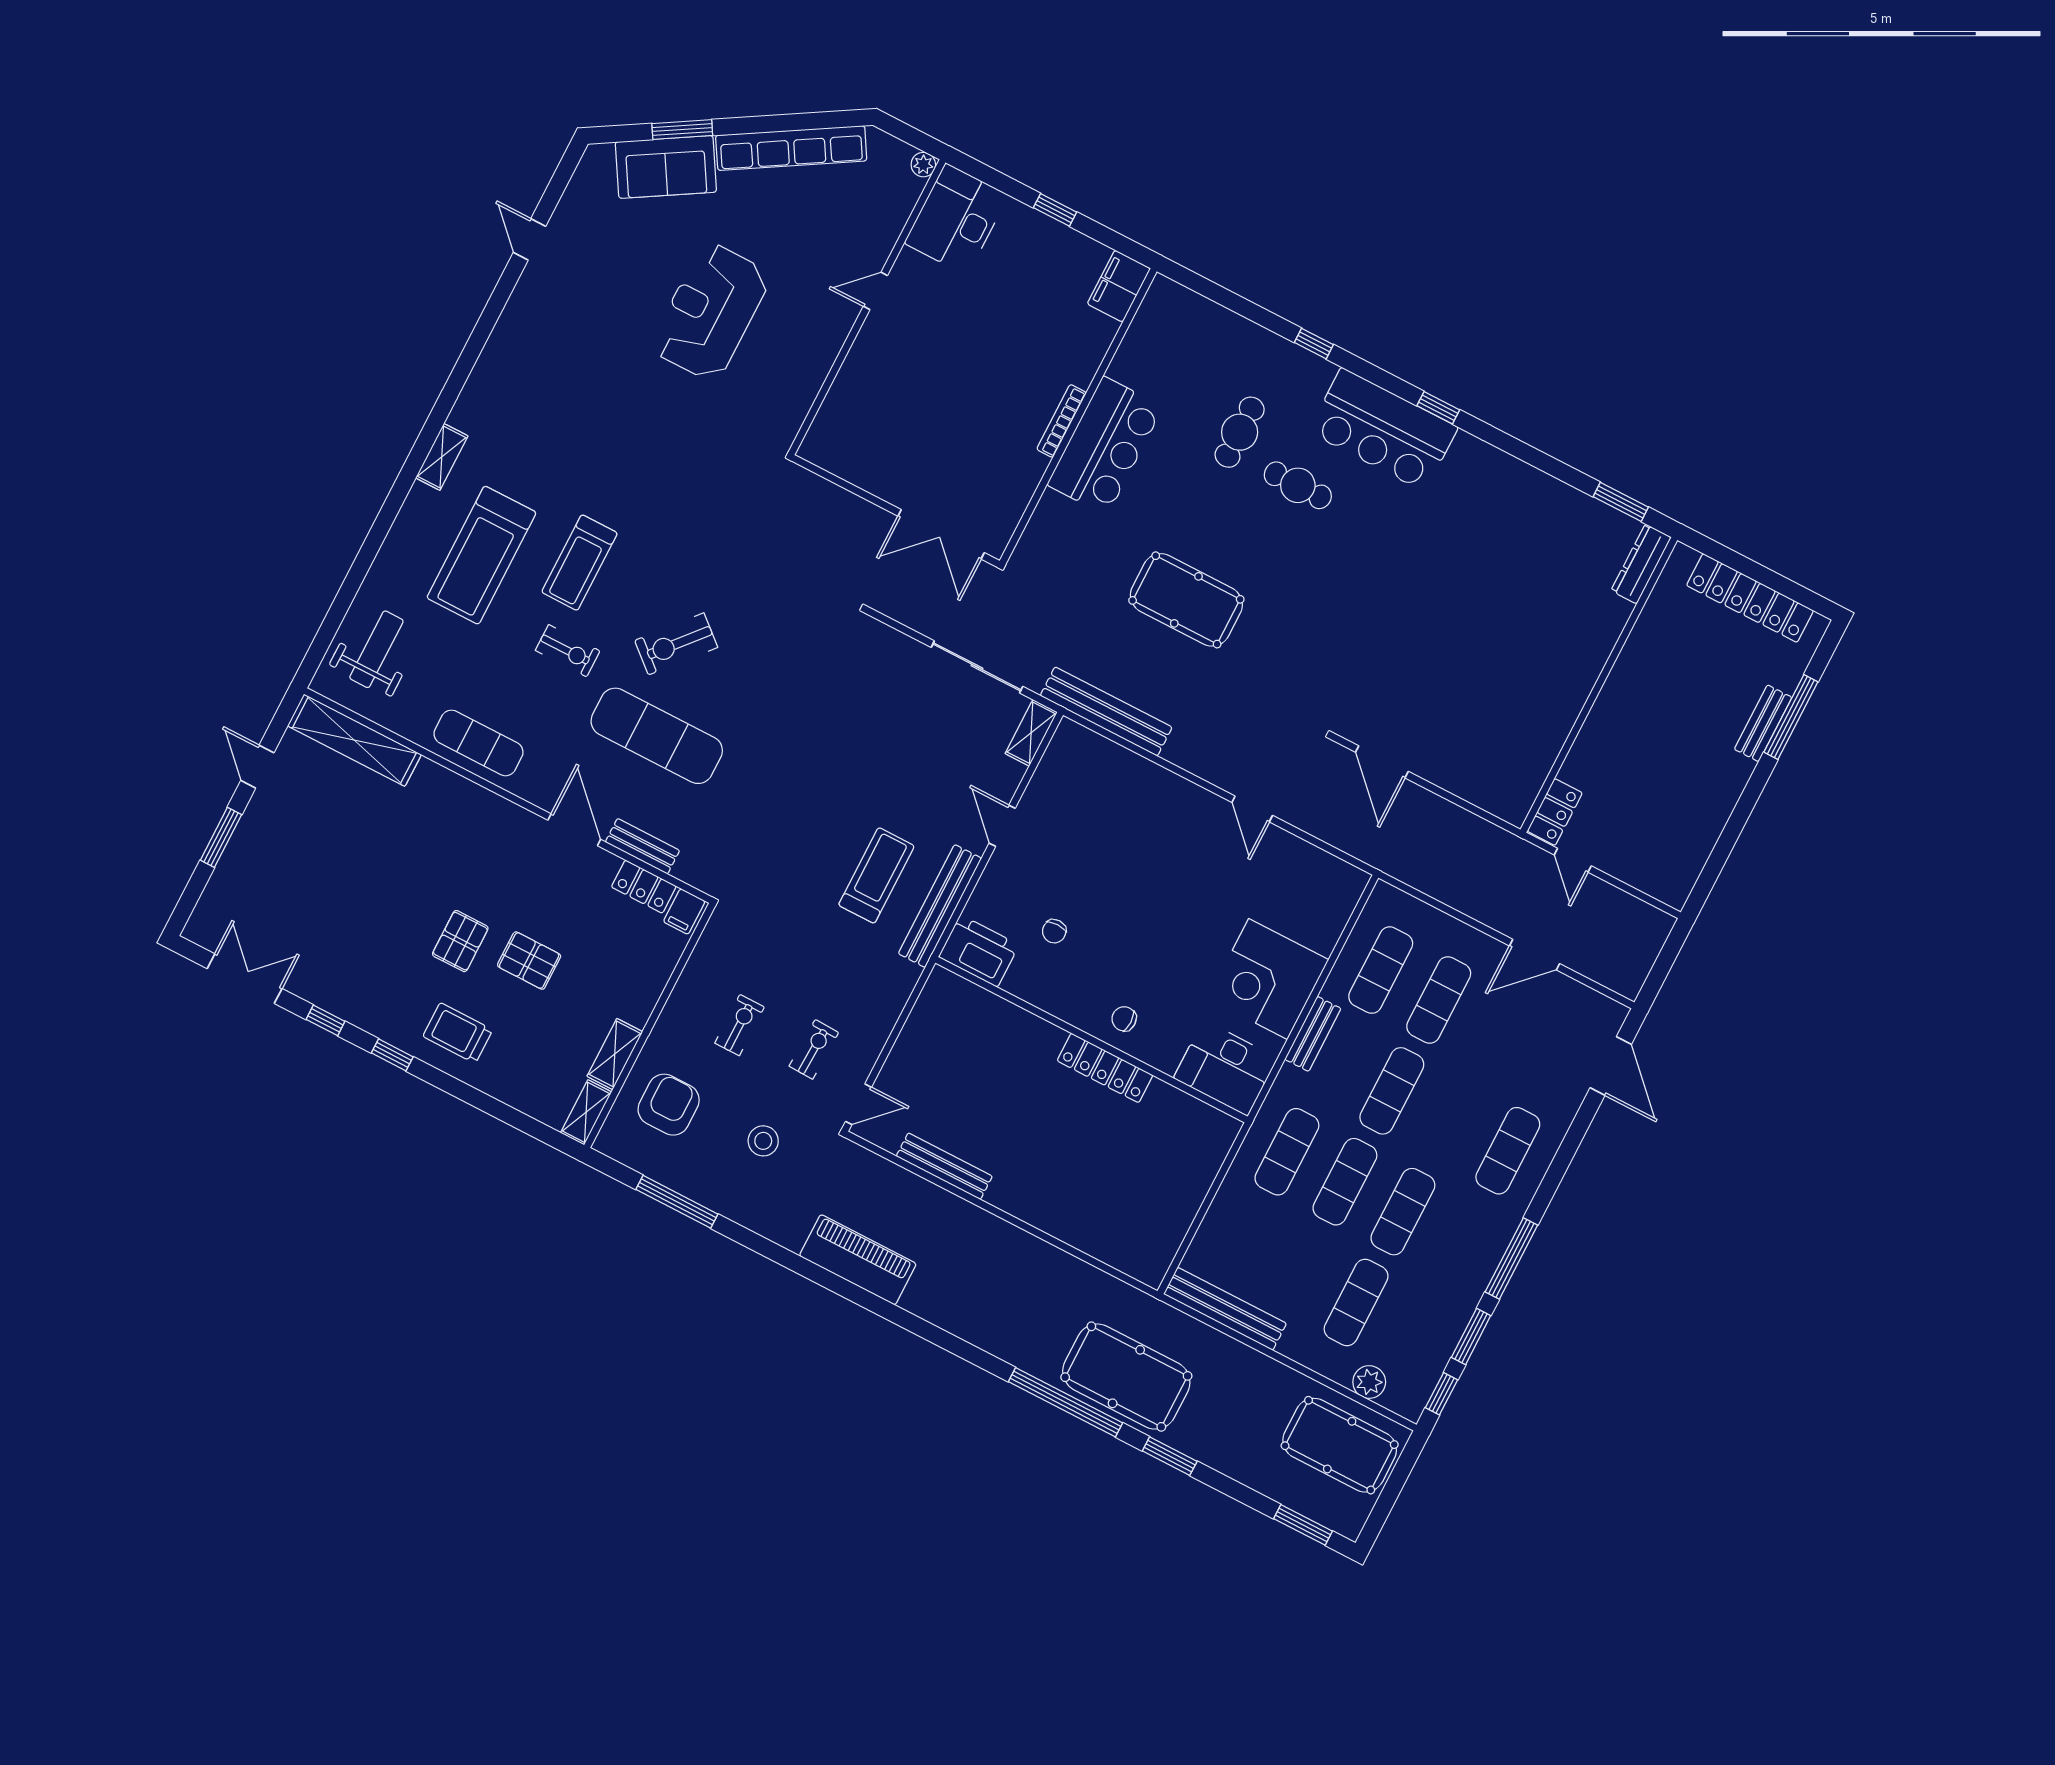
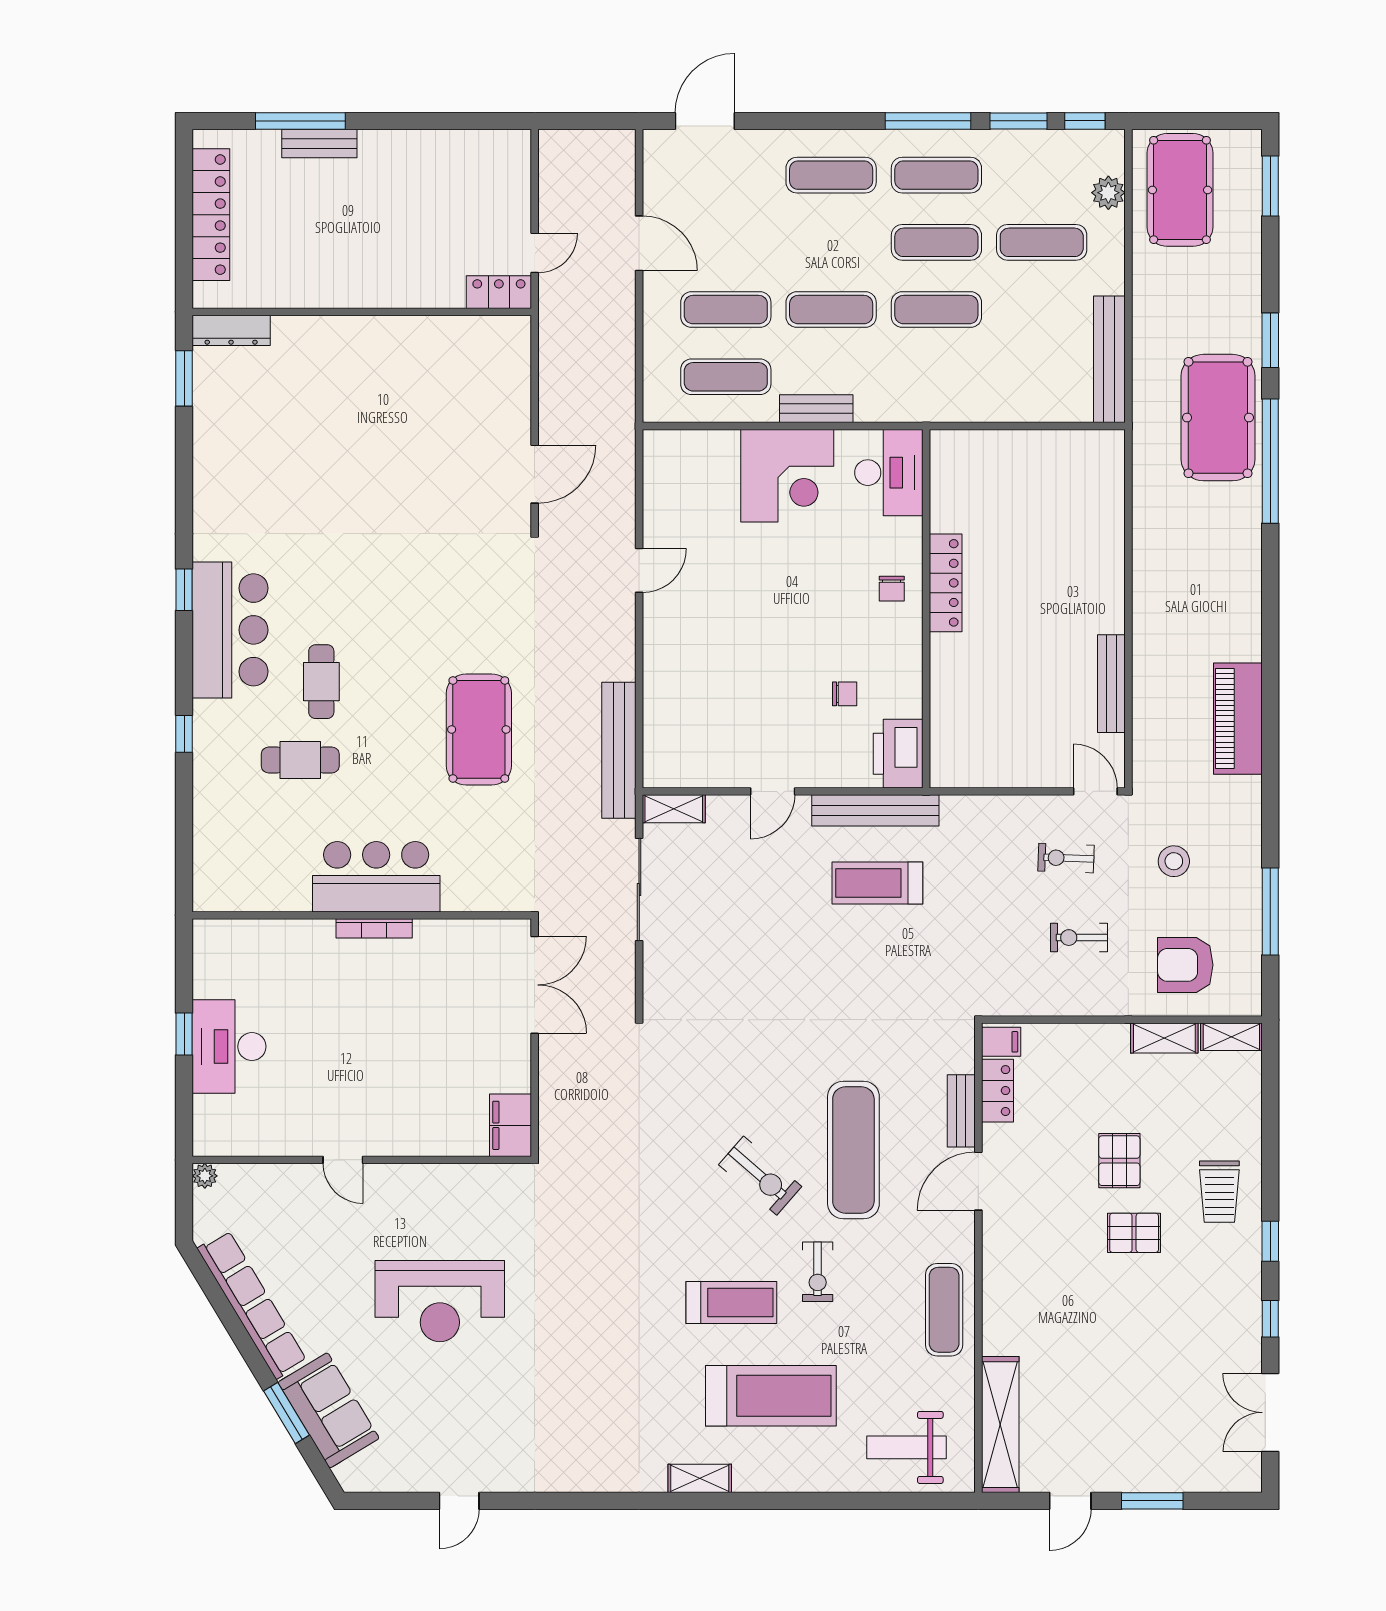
desk: (956, 219) -> (229, 1047), moved, turned 90
filing cabinet: (1119, 286) -> (511, 1125), moved, turned 90
exercise bike: (568, 651) -> (818, 1272), turned 180
exercise mat: (1287, 1152) -> (936, 175), moved

